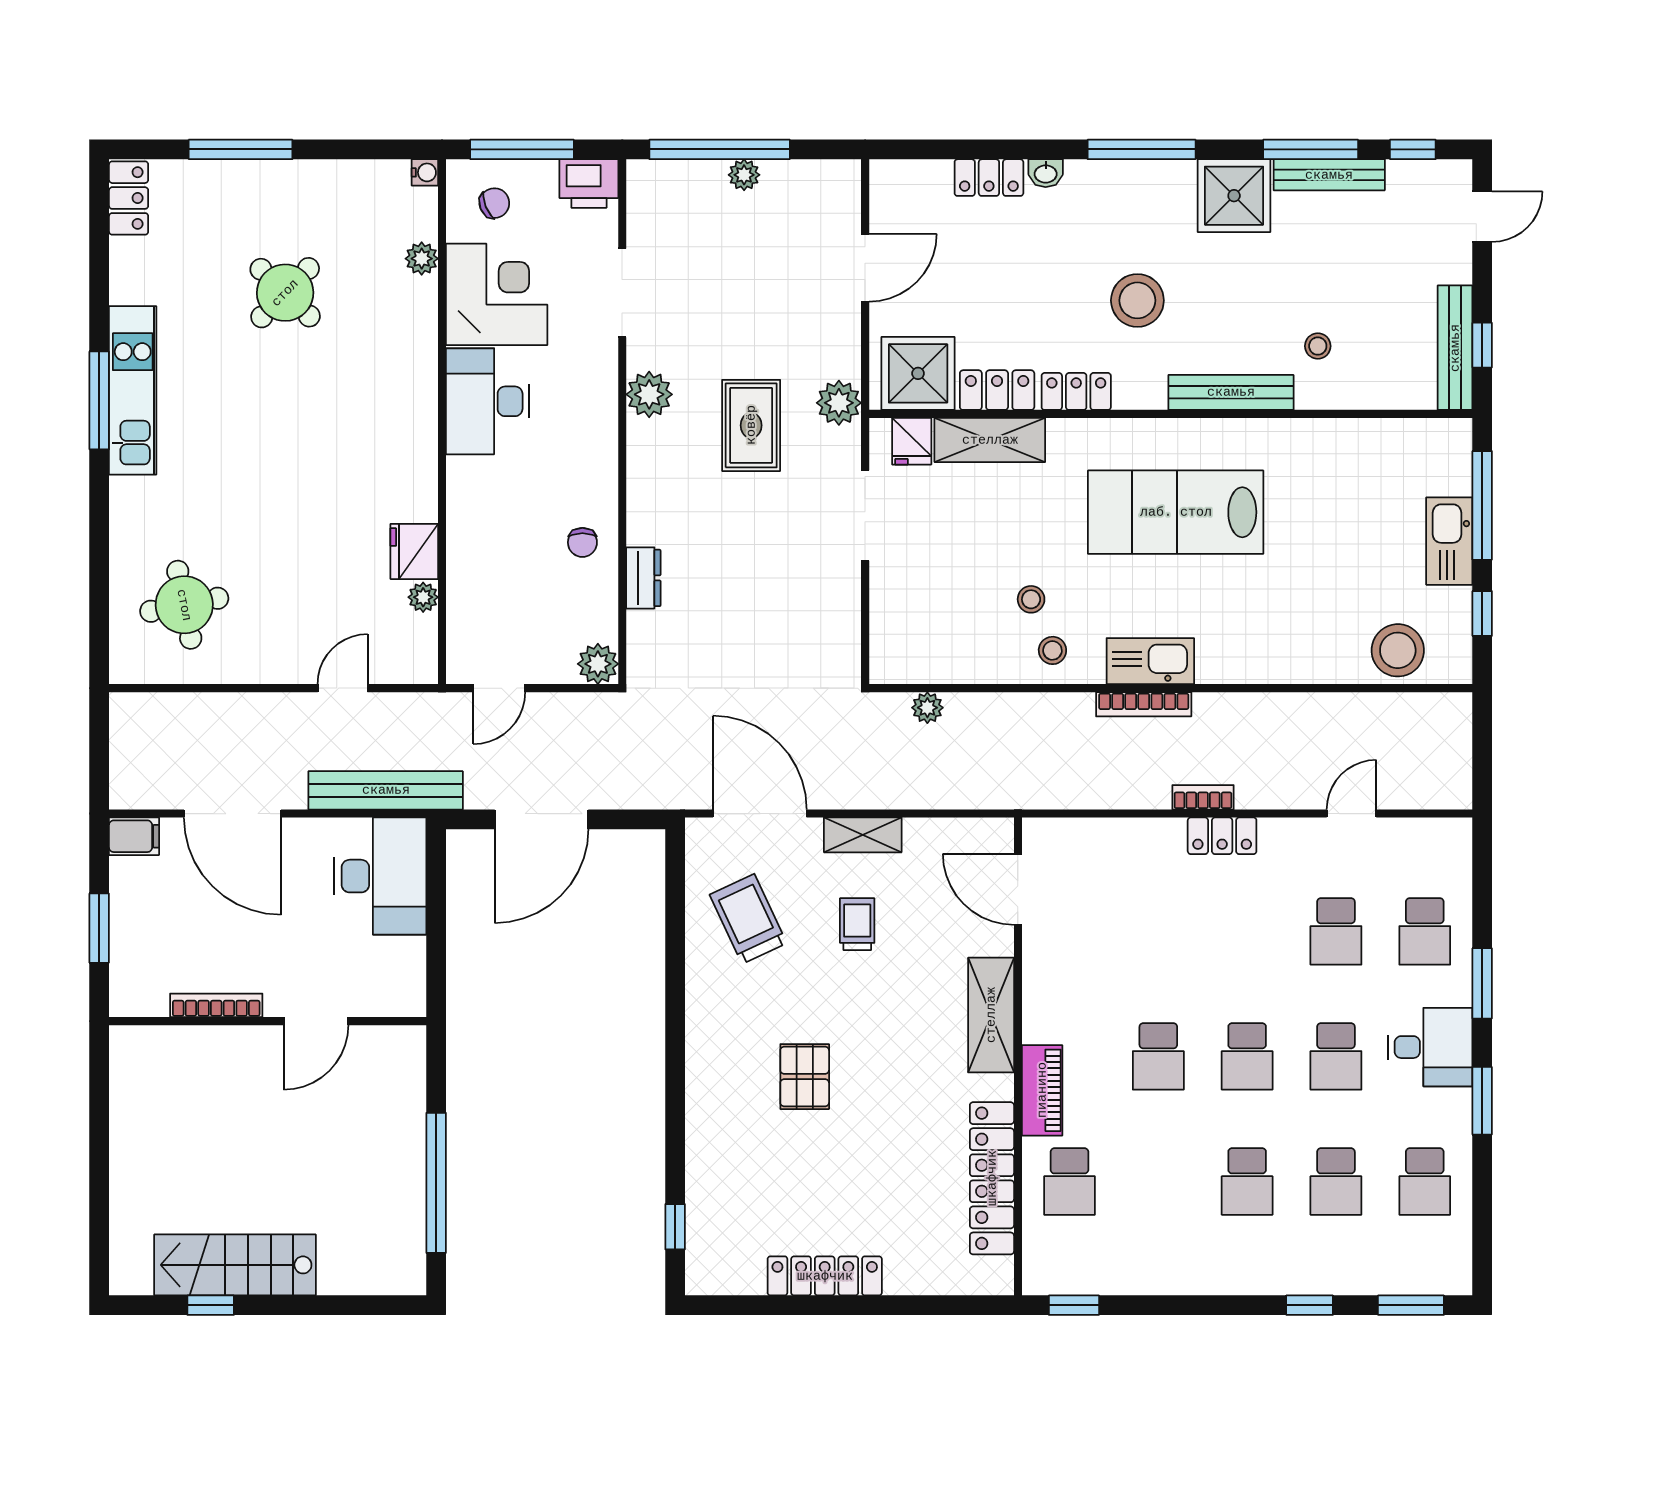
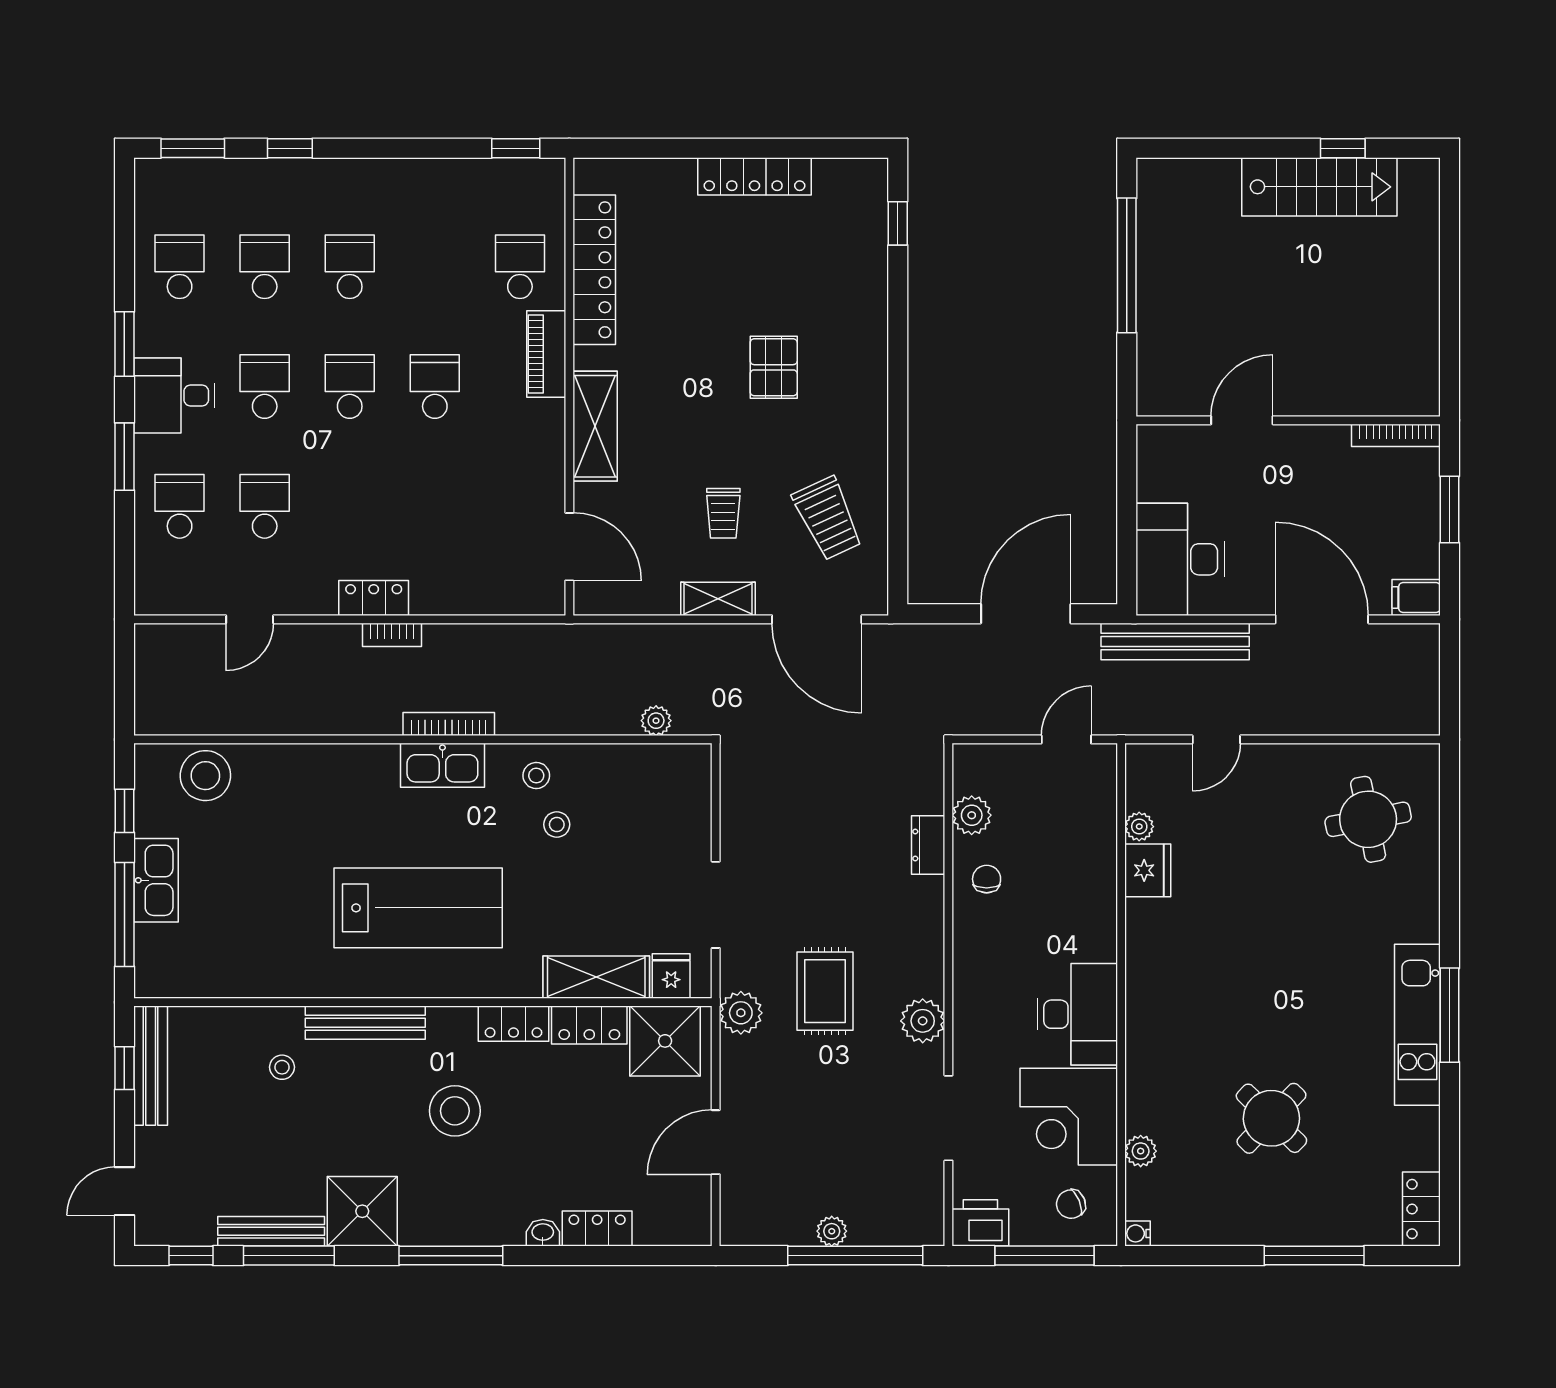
plant: (598, 664) -> (972, 815), moved
bookcase: (216, 1005) -> (1396, 435), moved

